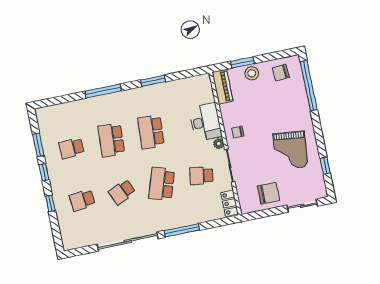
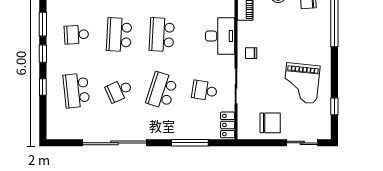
plant: (219, 144) -> (229, 61), removed
school desk: (82, 200) -> (76, 91), width x1.85
window: (182, 230) -> (190, 143), moved

